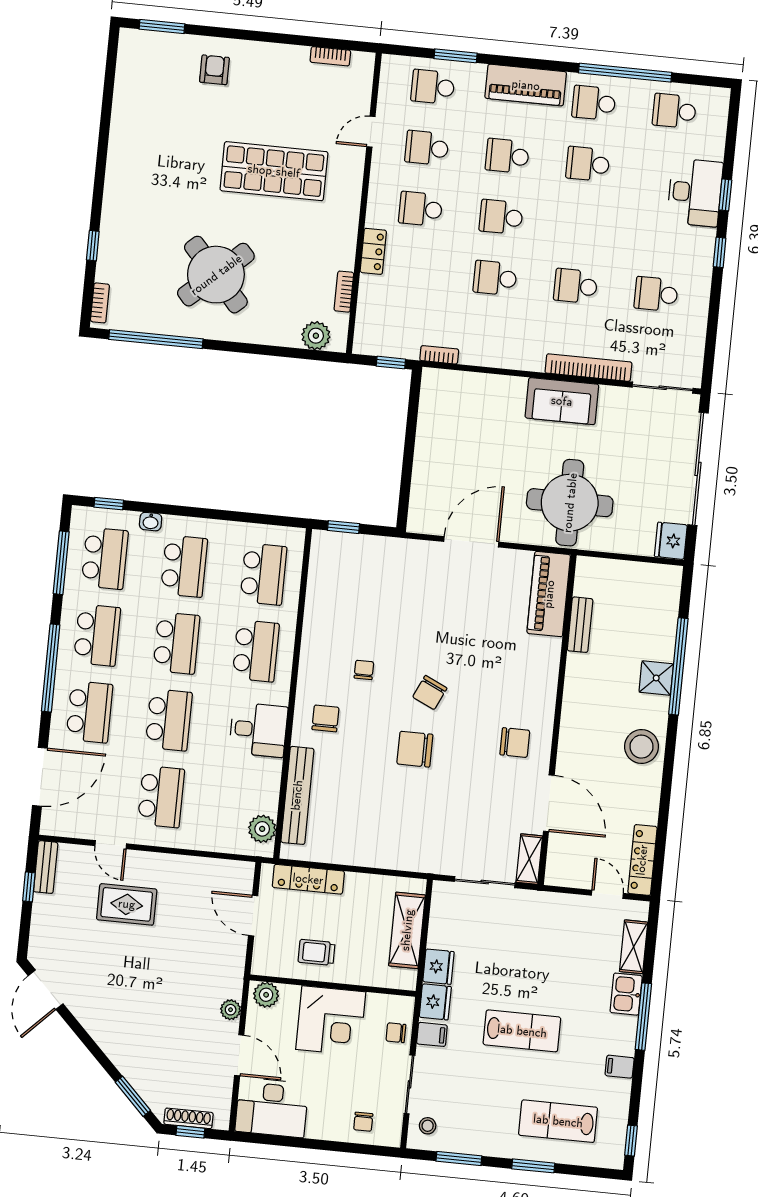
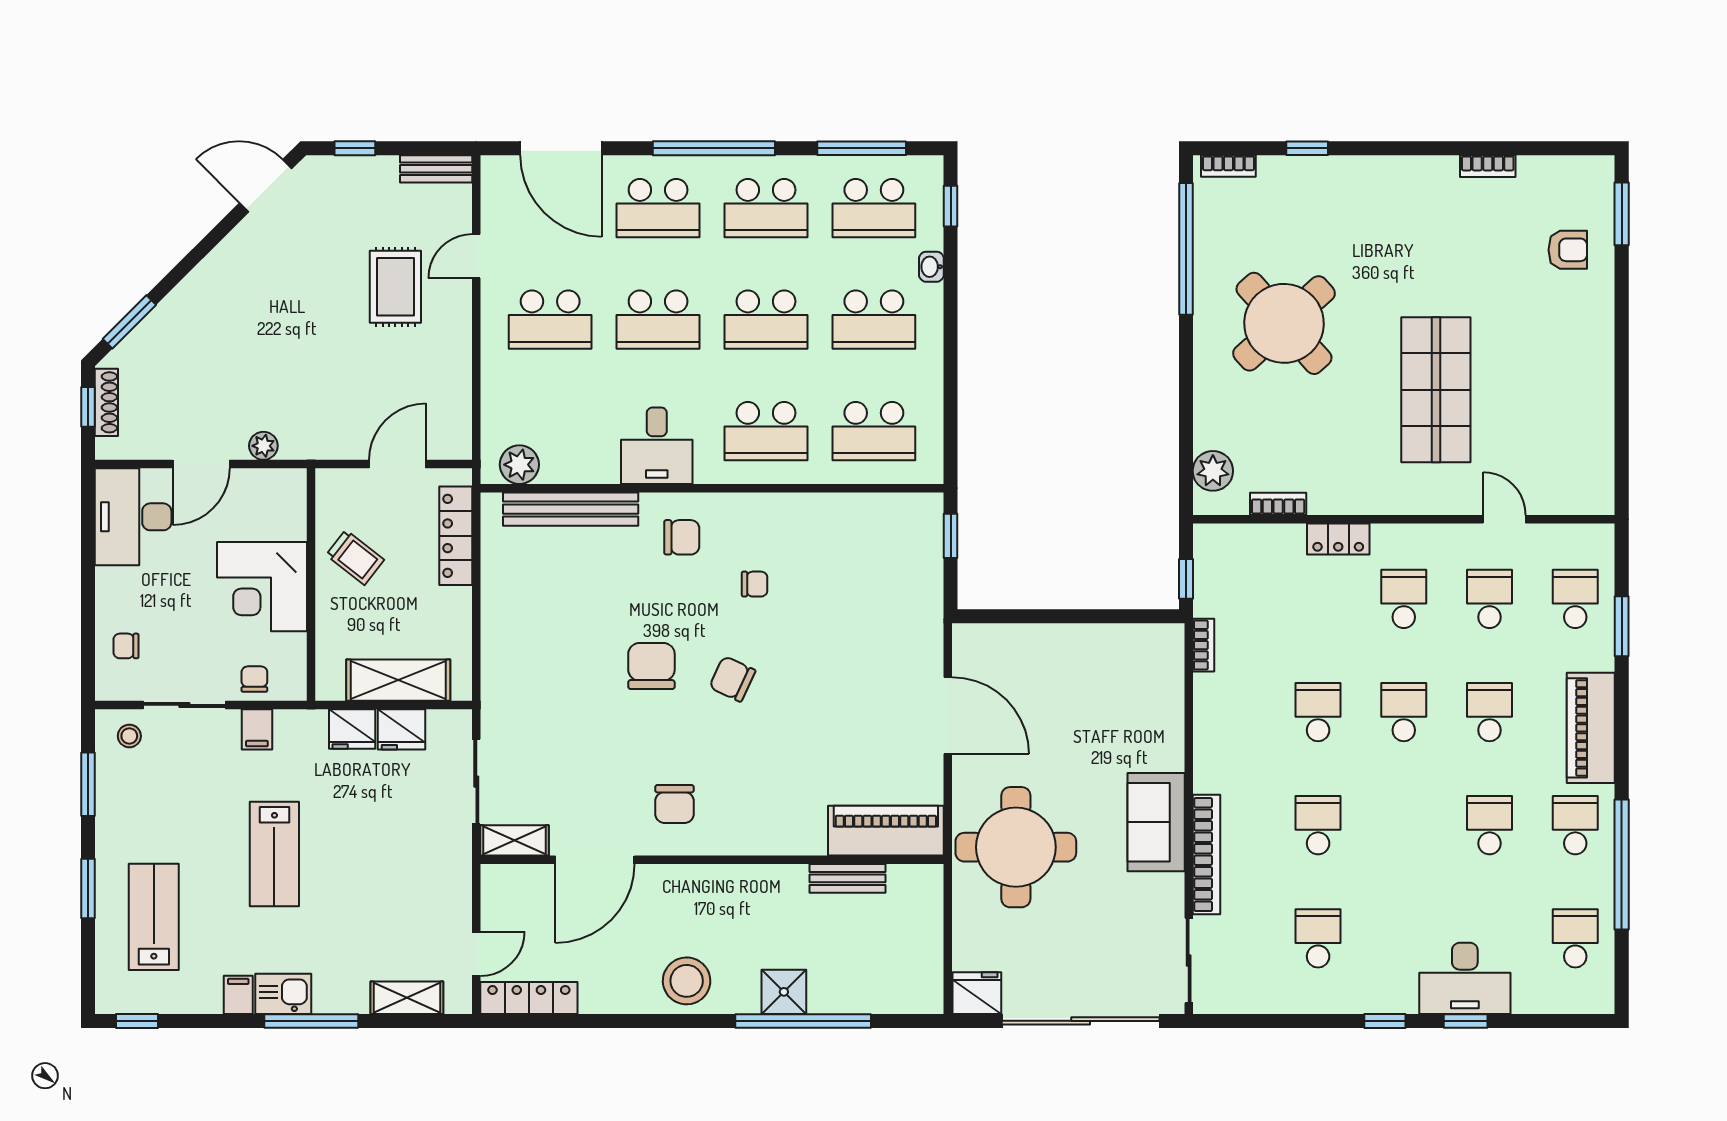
bookcase: (330, 56) -> (1488, 166), moved, turned -90
armchair: (214, 70) -> (1568, 250), moved
window: (29, 887) -> (355, 148), moved
trolley: (316, 952) -> (355, 557), turned 128
kitchen sink: (626, 994) -> (283, 994), moved
plant: (266, 995) -> (289, 493), removed
fridge: (435, 1002) -> (402, 729), moved

